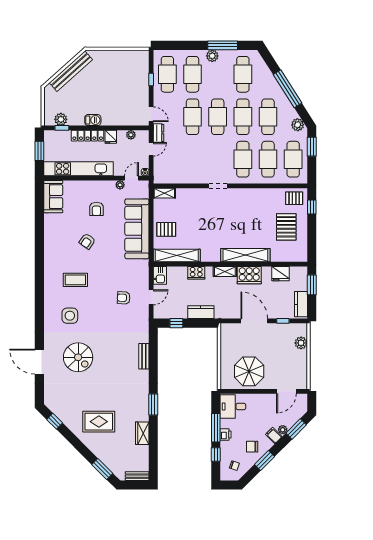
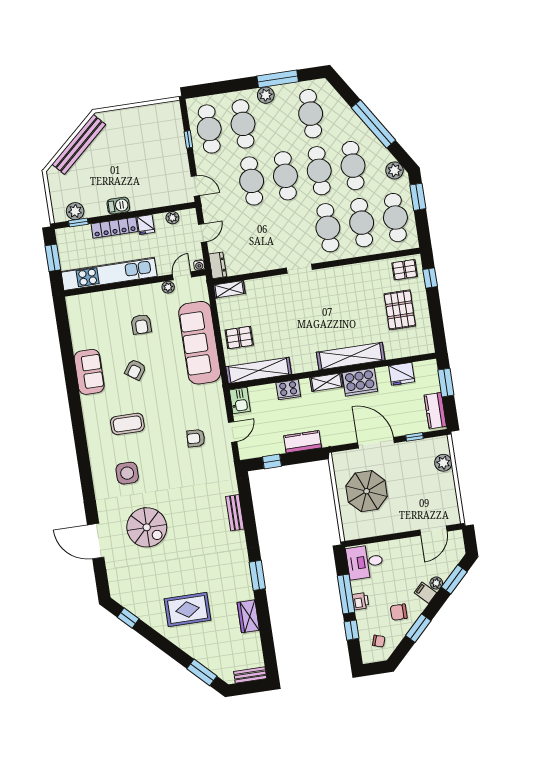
dresser: (158, 133) -> (218, 265), moved
sofa: (53, 197) -> (89, 372), moved
parasol: (249, 371) -> (367, 491), moved

